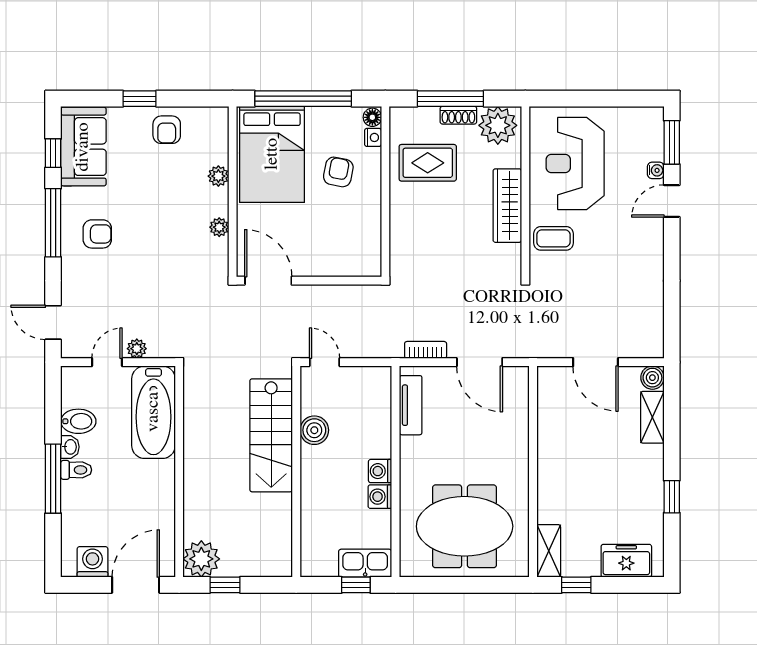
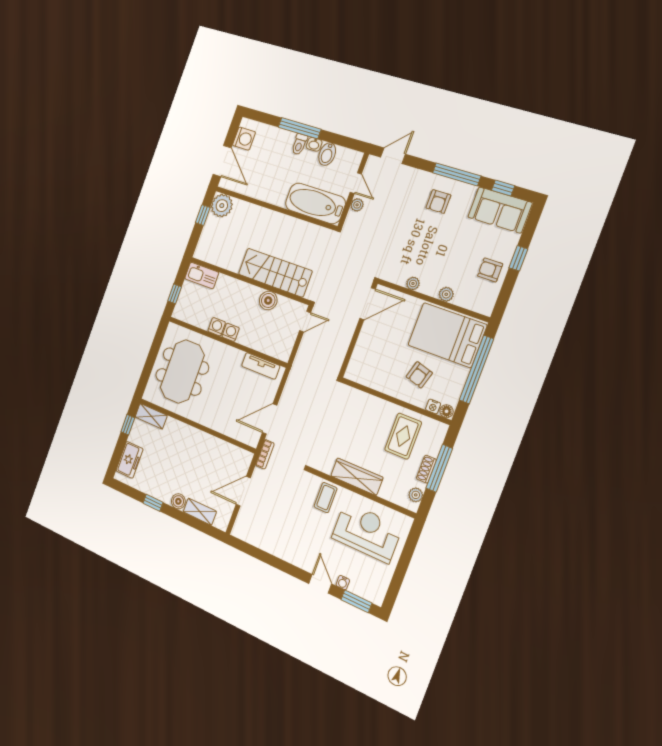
plant: (498, 125) -> (416, 495), width x0.53, depth x0.53
armchair: (338, 172) -> (419, 375), turned 95
bookcase: (426, 350) -> (265, 454), moved
boiler: (652, 378) -> (178, 501), moved
kitchen sink: (365, 563) -> (202, 276), moved, turned 90

